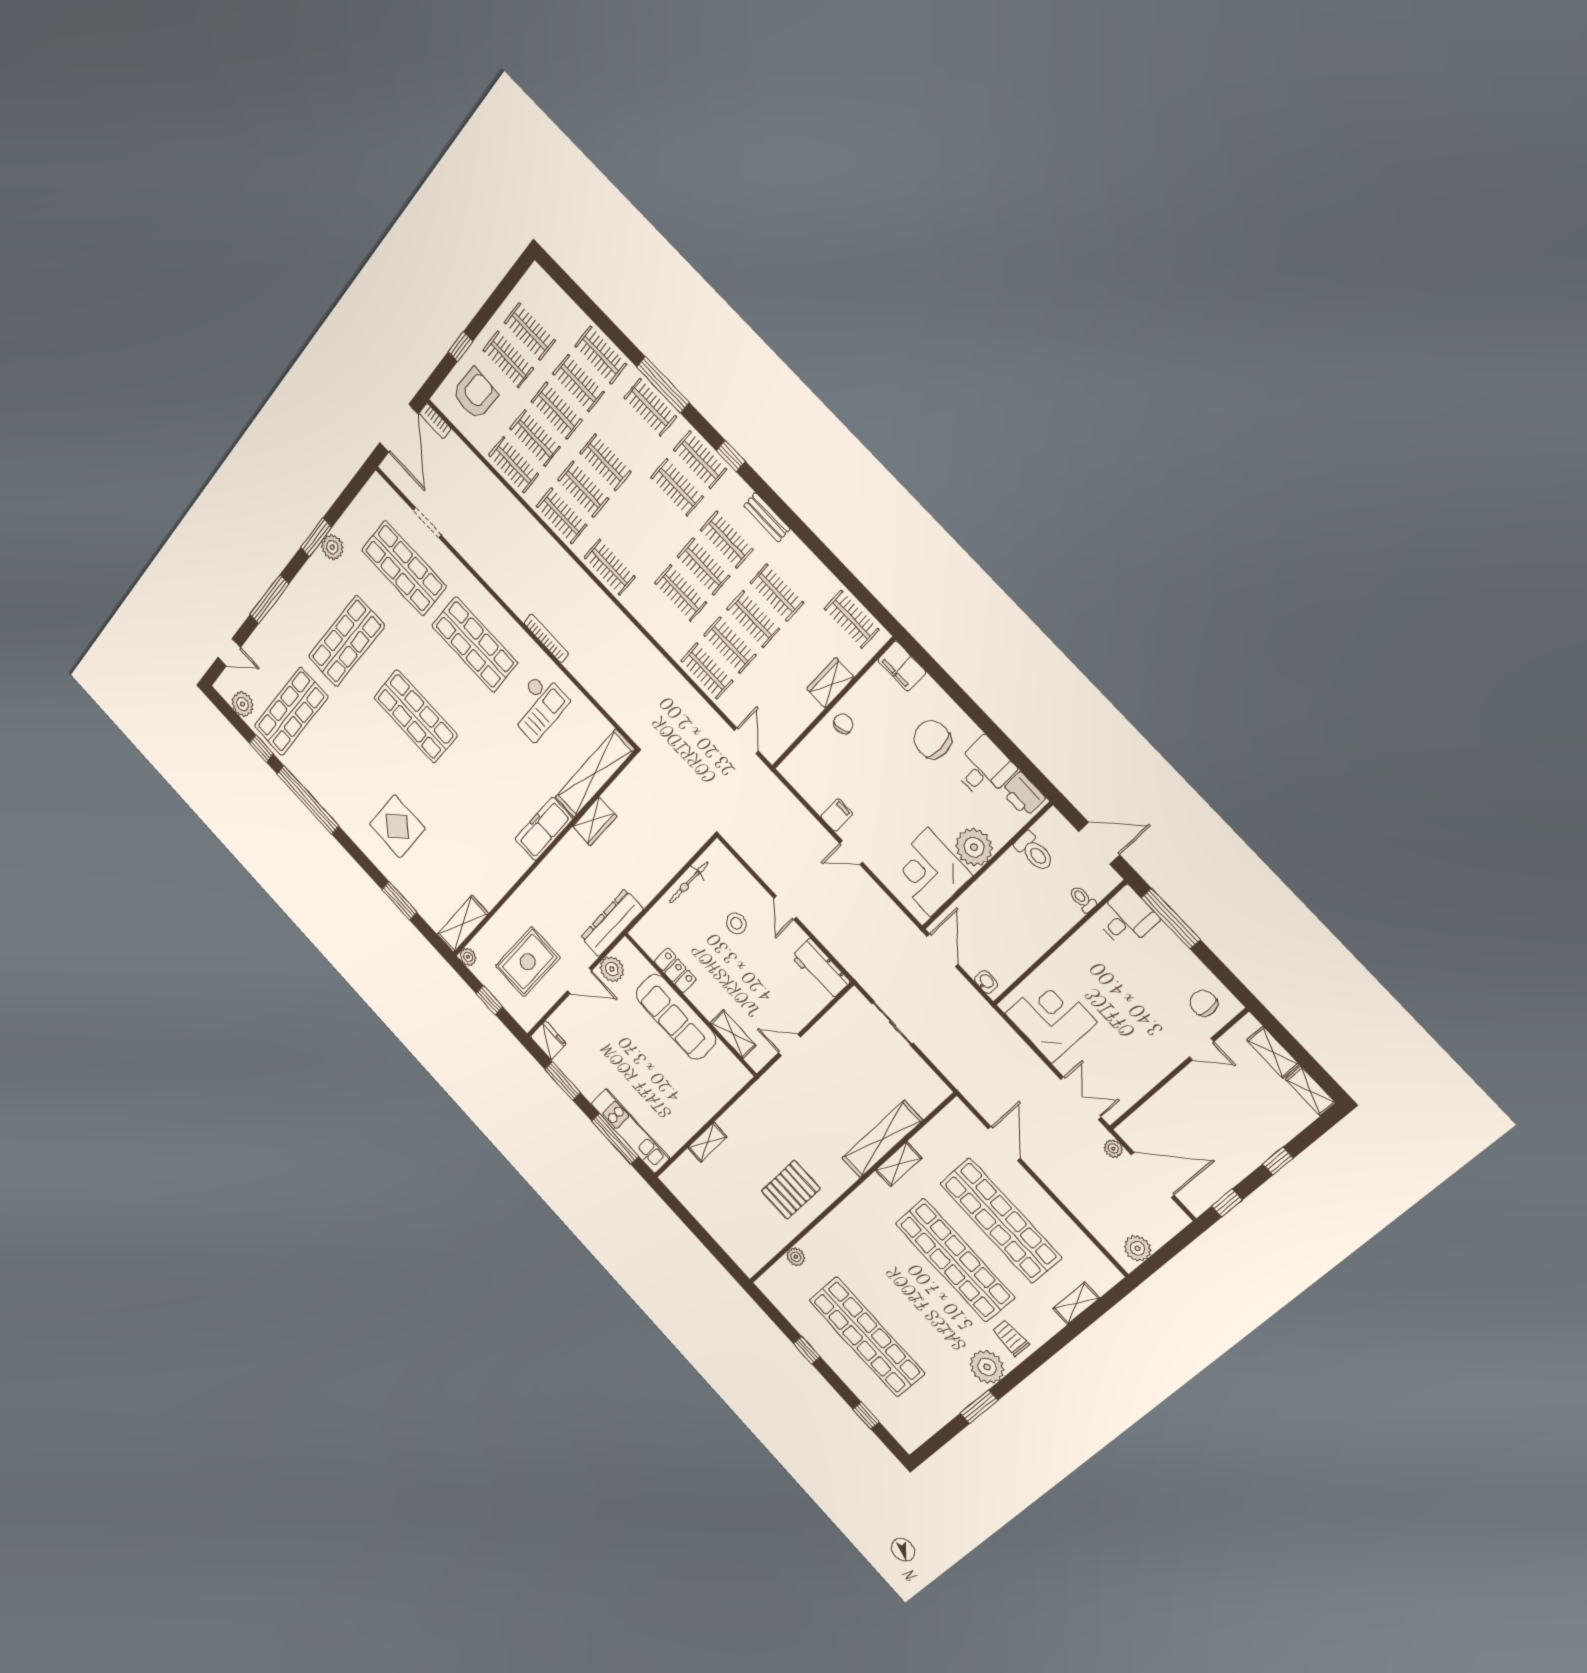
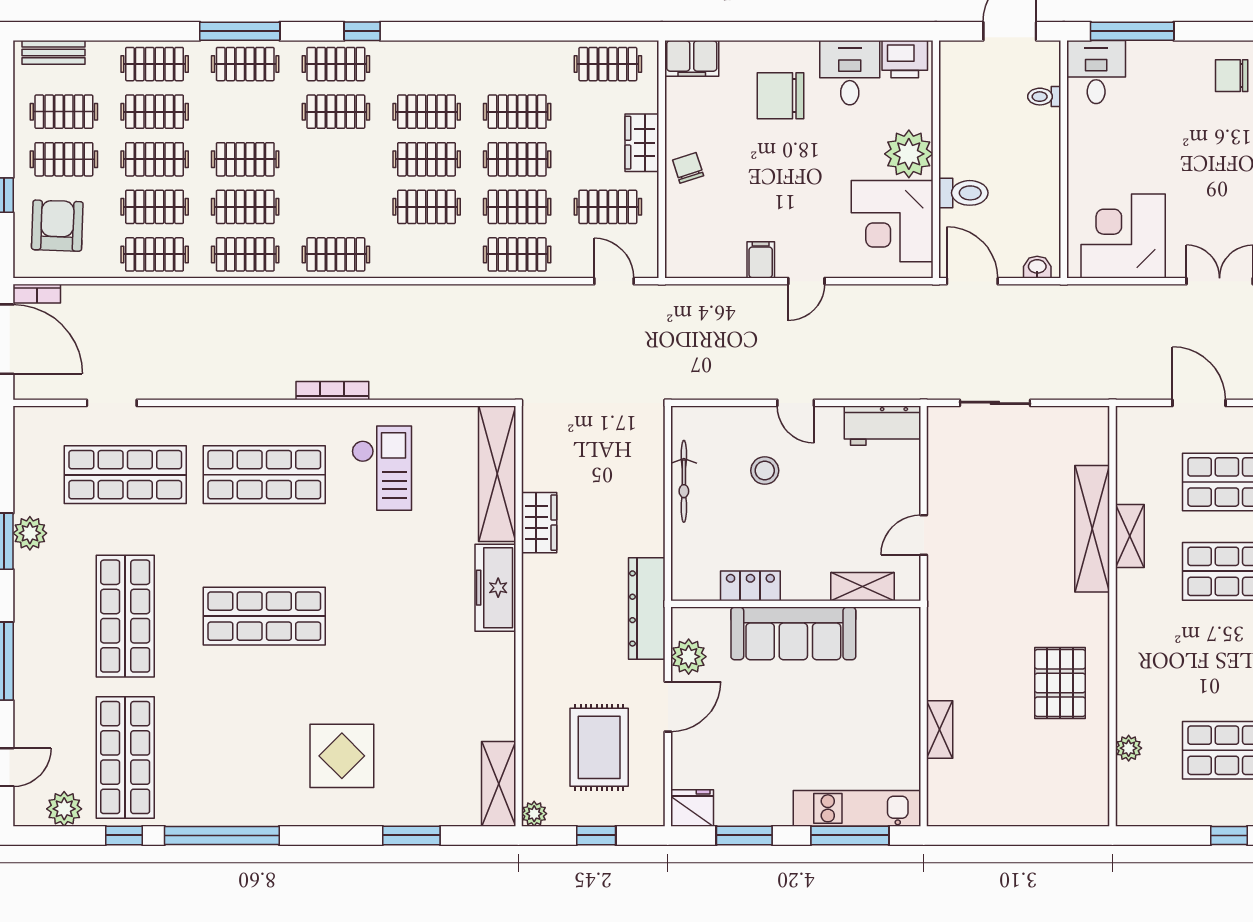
bench: (767, 517) -> (54, 52), moved
clothes rail: (779, 698) -> (608, 207), added
toilet: (1034, 852) -> (963, 193), moved

